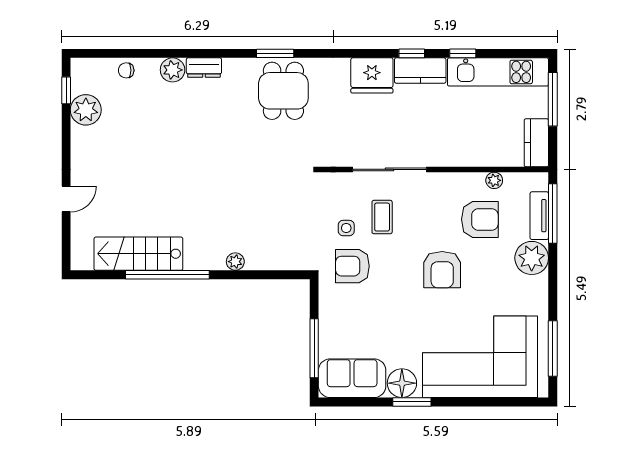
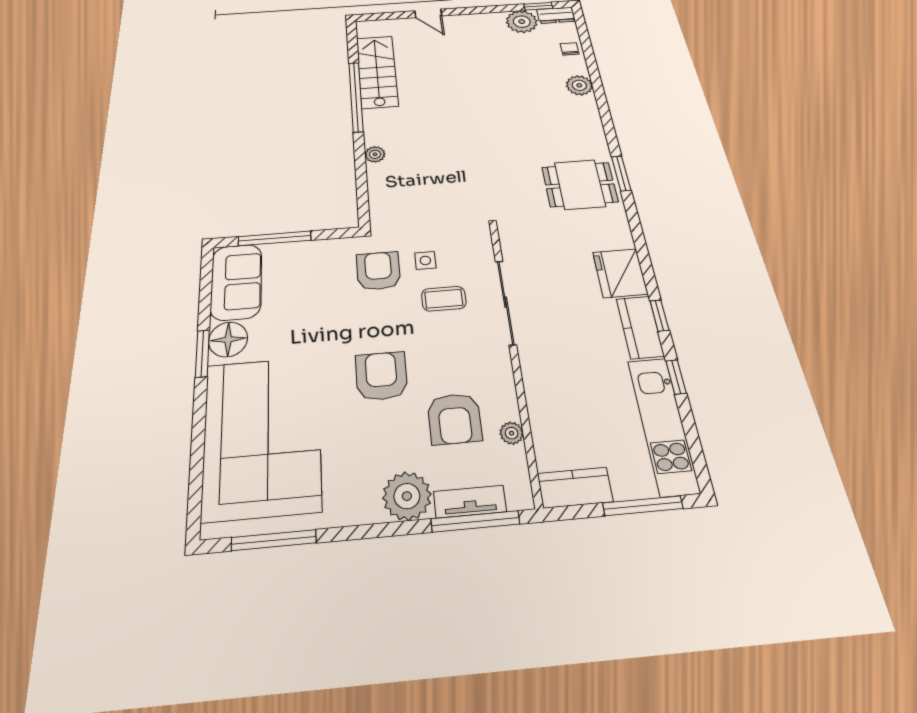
dresser: (204, 68) -> (556, 15), moved, turned -90
armchair: (442, 270) -> (381, 376), turned 90

